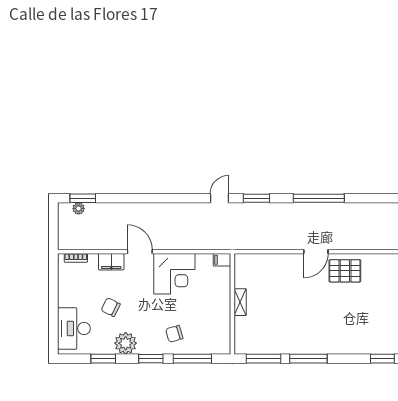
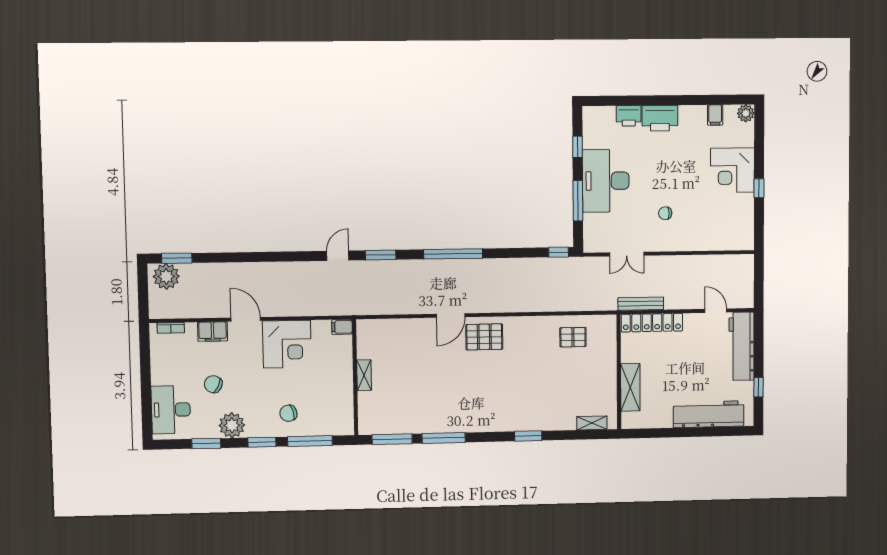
plant: (79, 208) -> (166, 276), width x1.87, depth x1.87

